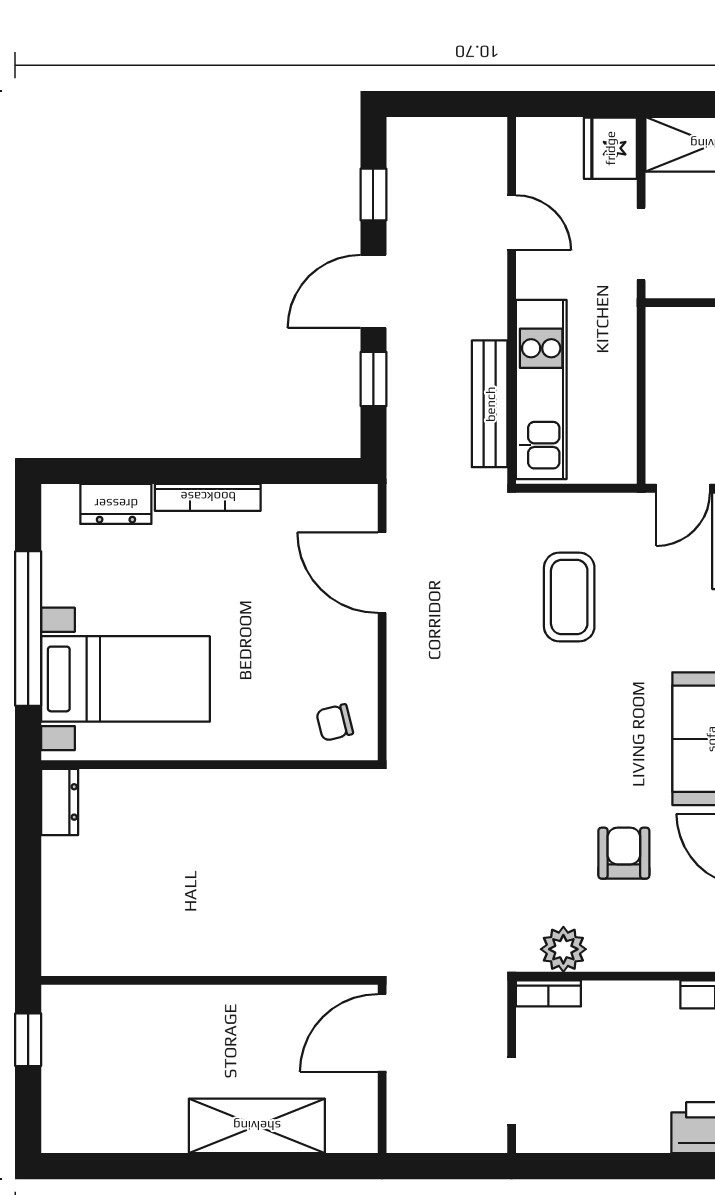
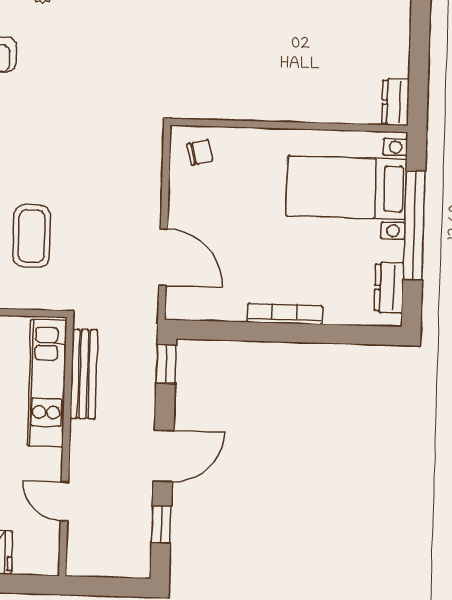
window: (373, 379) -> (166, 364), moved
dresser: (116, 504) -> (389, 288), moved, turned -90

